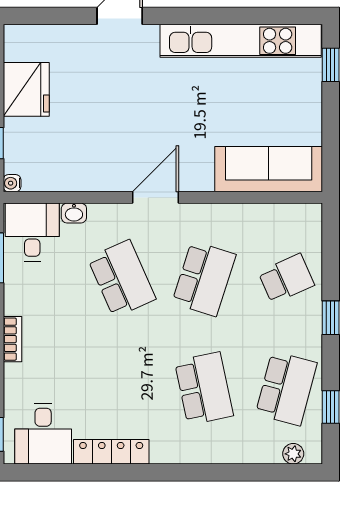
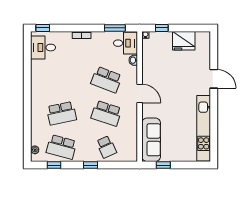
window: (331, 65) -> (163, 165), moved
school desk: (122, 279) -> (106, 80), turned 45
locker: (111, 452) -> (36, 75), removed

